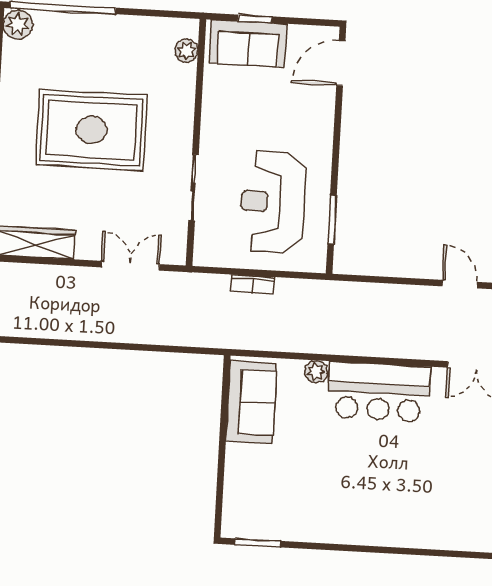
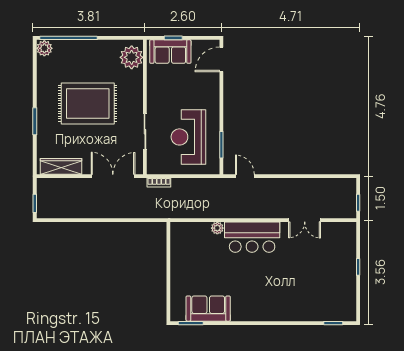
plant: (186, 51) -> (132, 57), width x1.87, depth x1.87
double door: (130, 266) -> (113, 176), width x1.37
bookcase: (253, 284) -> (159, 183), moved
door: (460, 284) -> (245, 176), moved
sofa: (251, 402) -> (208, 309), moved, turned -90

